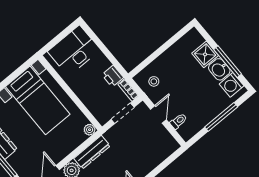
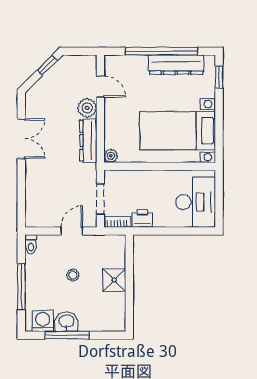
shower: (205, 54) -> (114, 280), moved
stool: (154, 81) -> (73, 275), moved
door: (158, 114) -> (72, 231), swing flipped
toilet: (178, 121) -> (31, 244), moved

